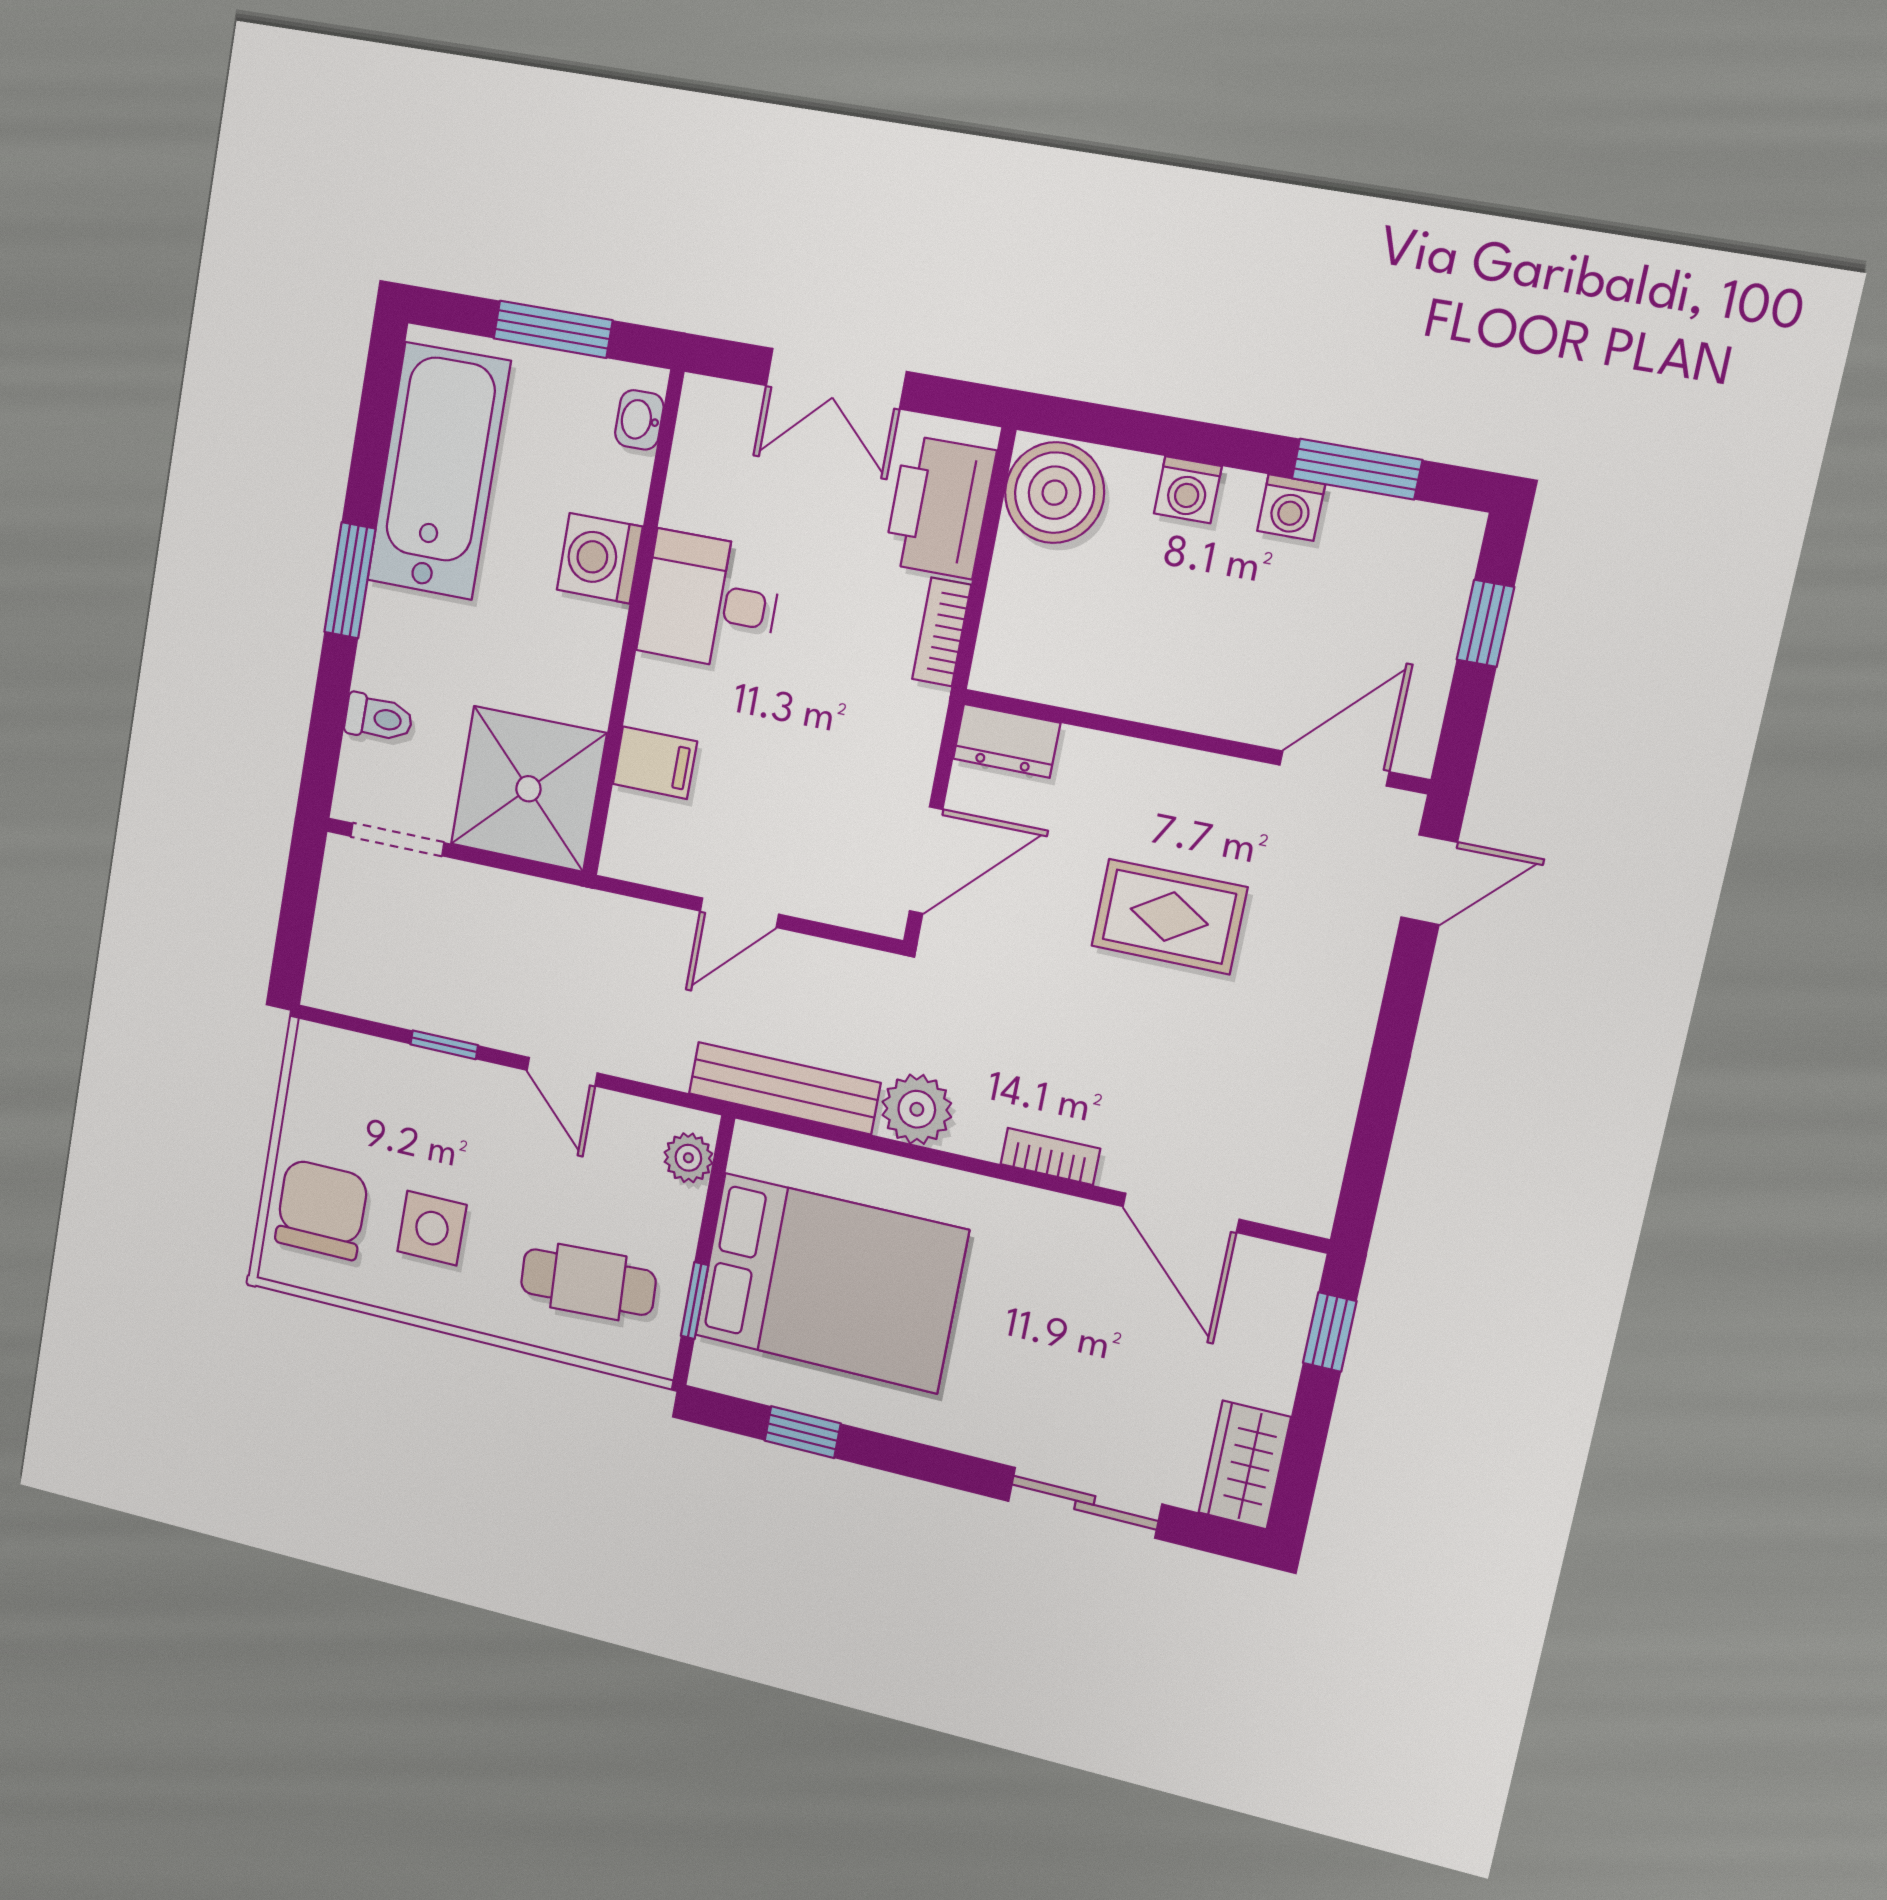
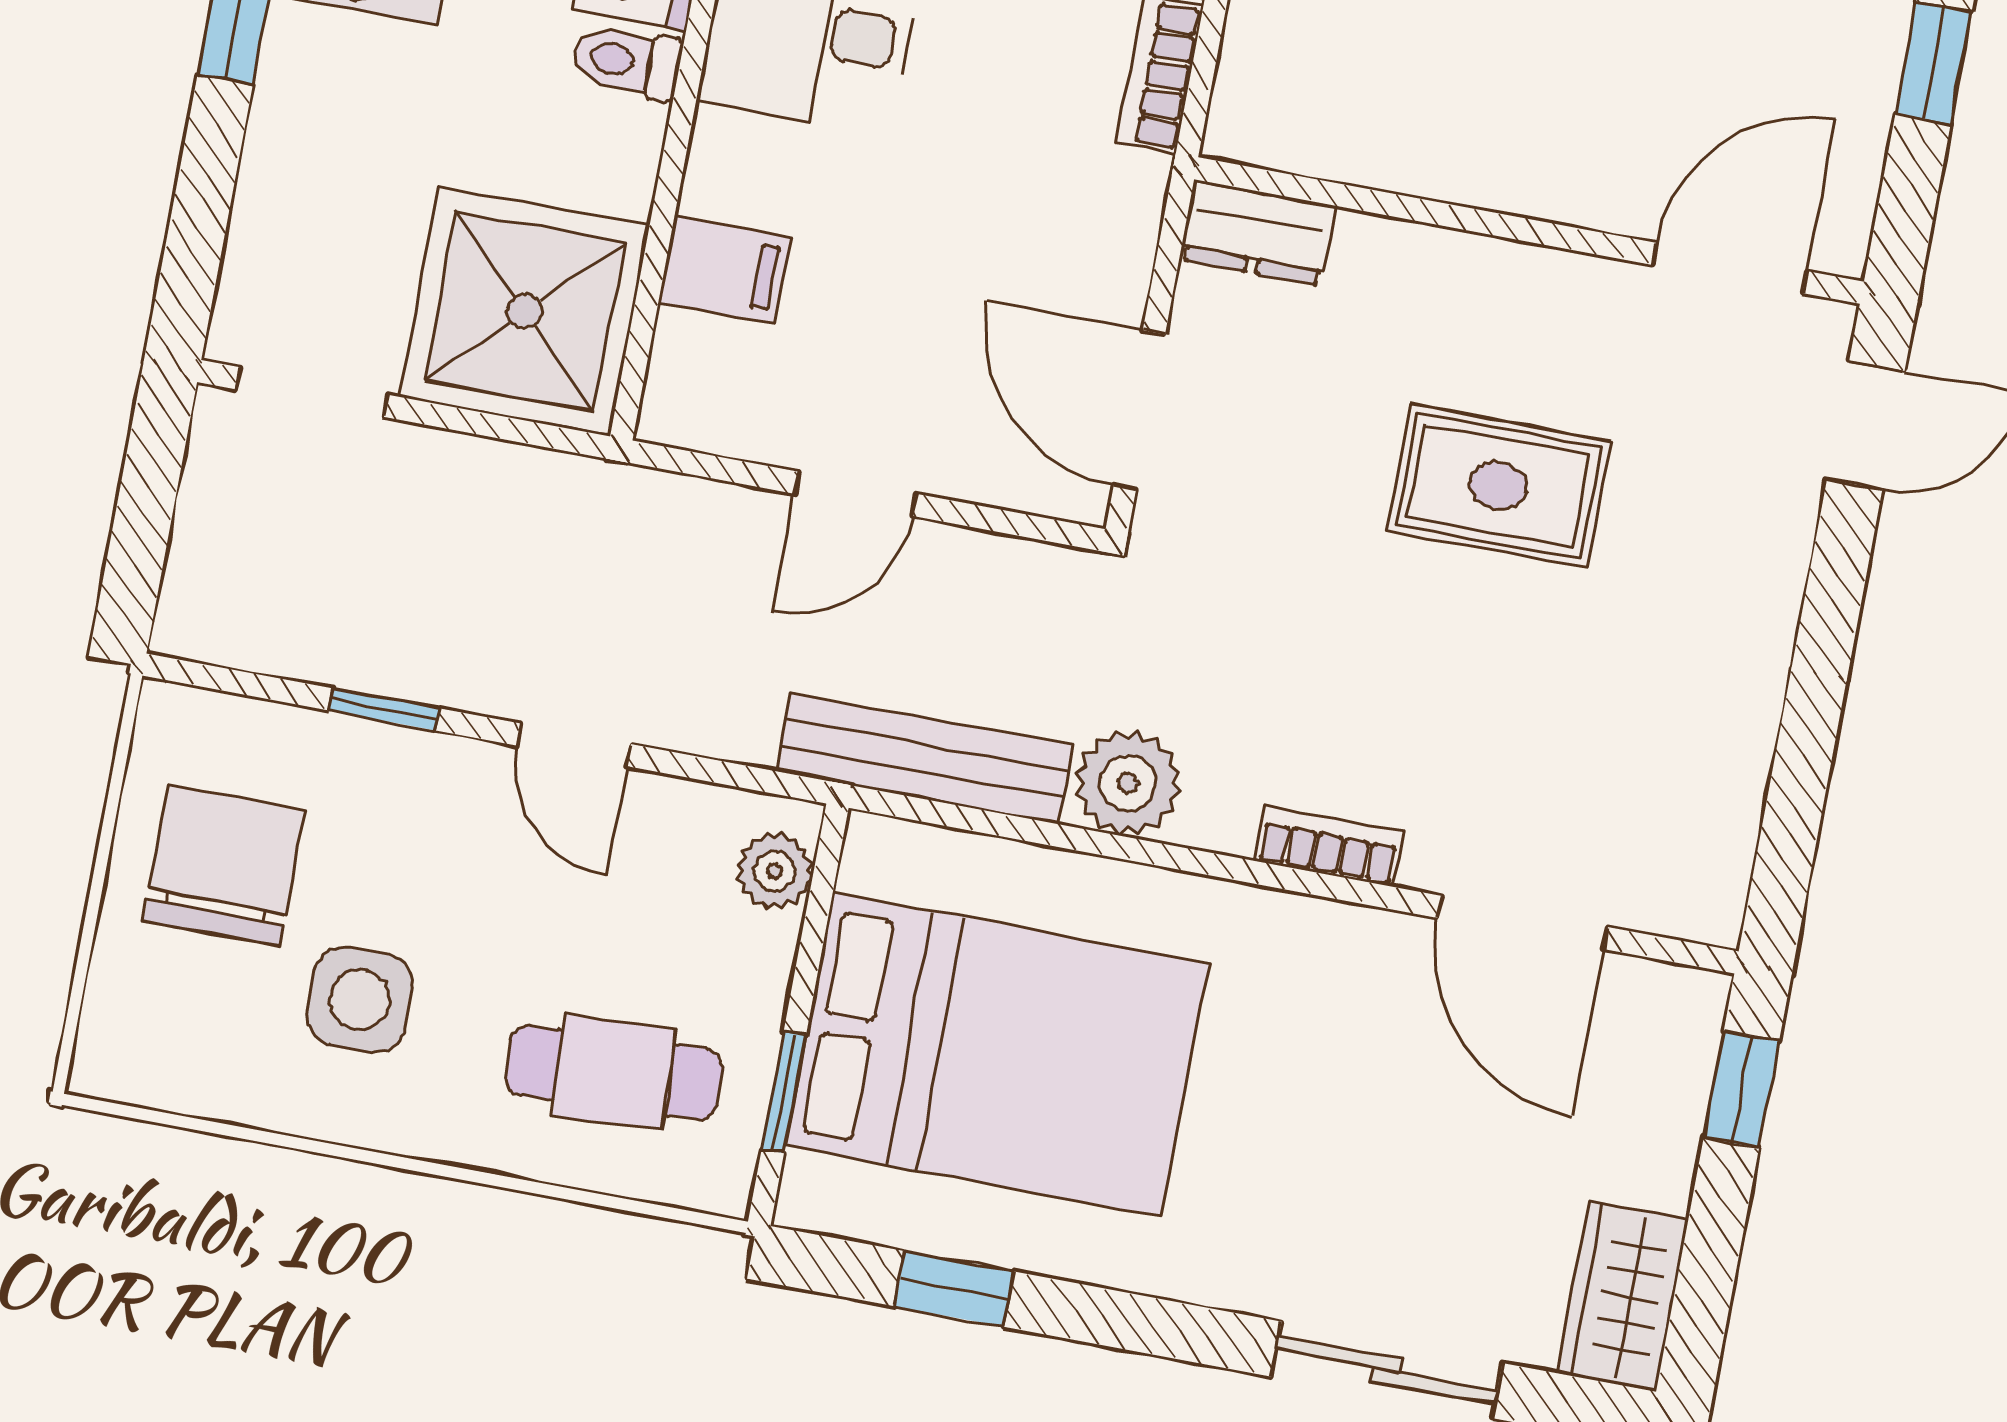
toilet: (379, 718) -> (626, 62), moved, turned 180
door: (926, 860) -> (1139, 410), swing flipped
chair: (322, 1209) -> (224, 866), moved

